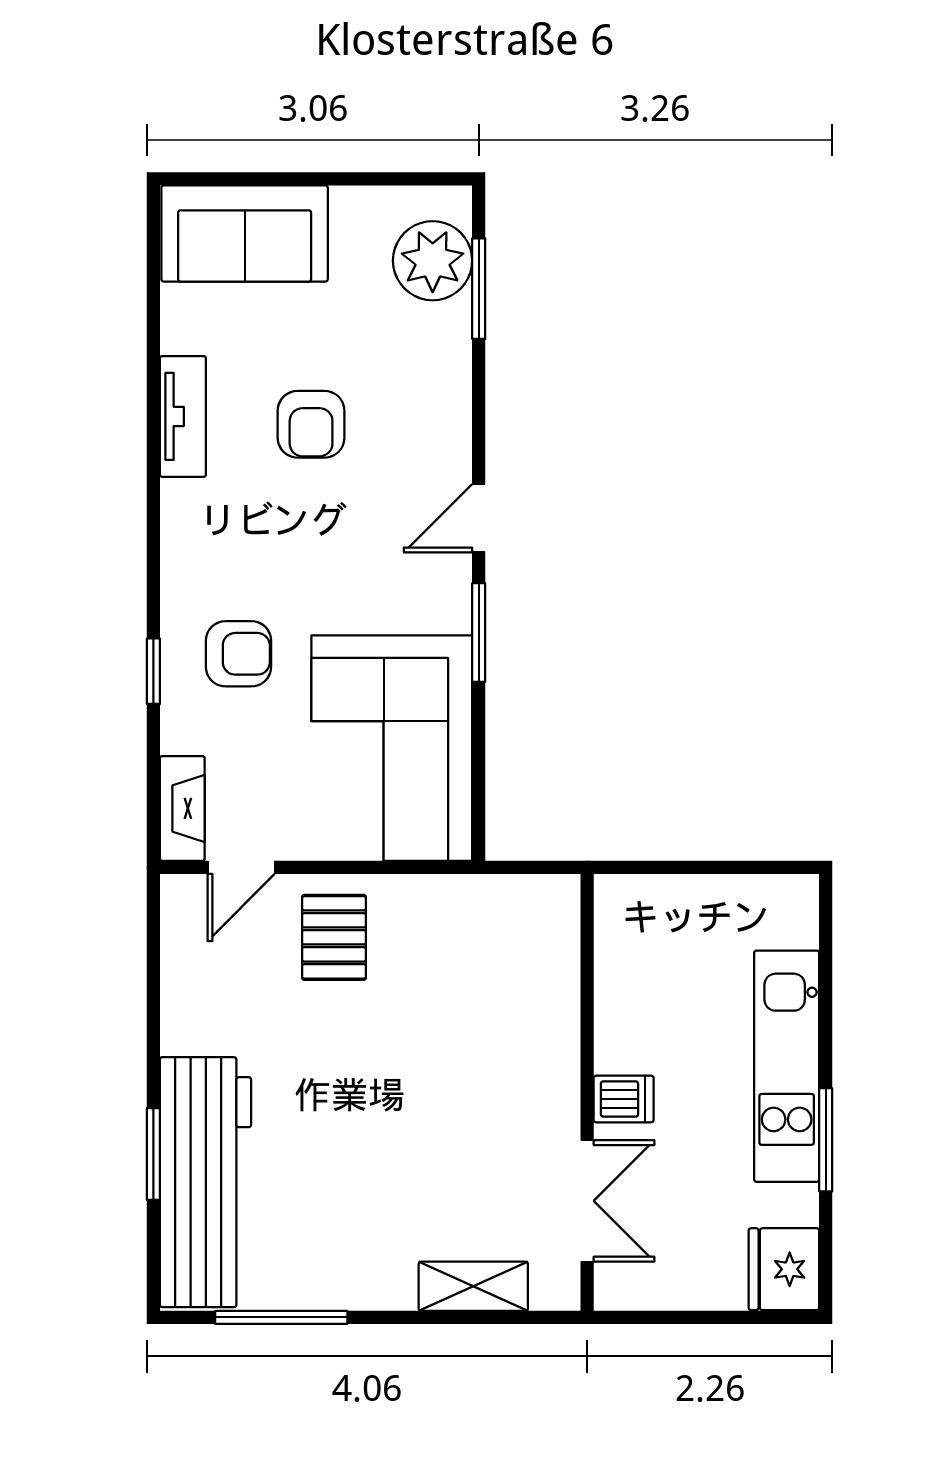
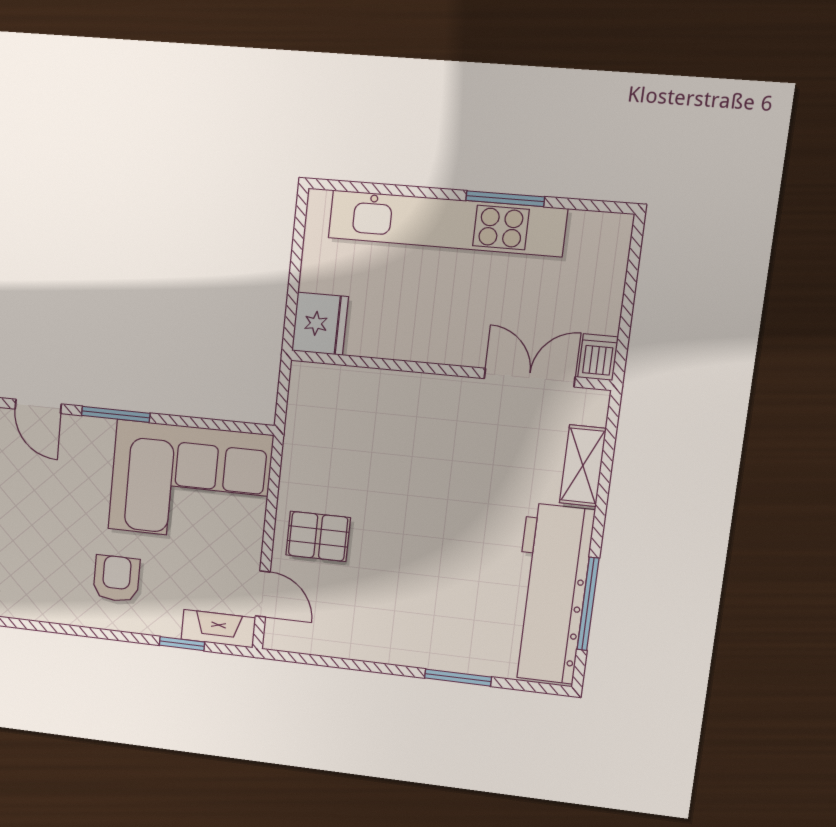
window: (153, 671) -> (182, 644), moved
kitchen unit: (787, 1066) -> (447, 223), width x1.36
dishwasher: (624, 1099) -> (598, 357), moved
workbench: (205, 1182) -> (550, 594), moved, turned -90
fridge: (784, 1269) -> (320, 324), moved, turned -90

